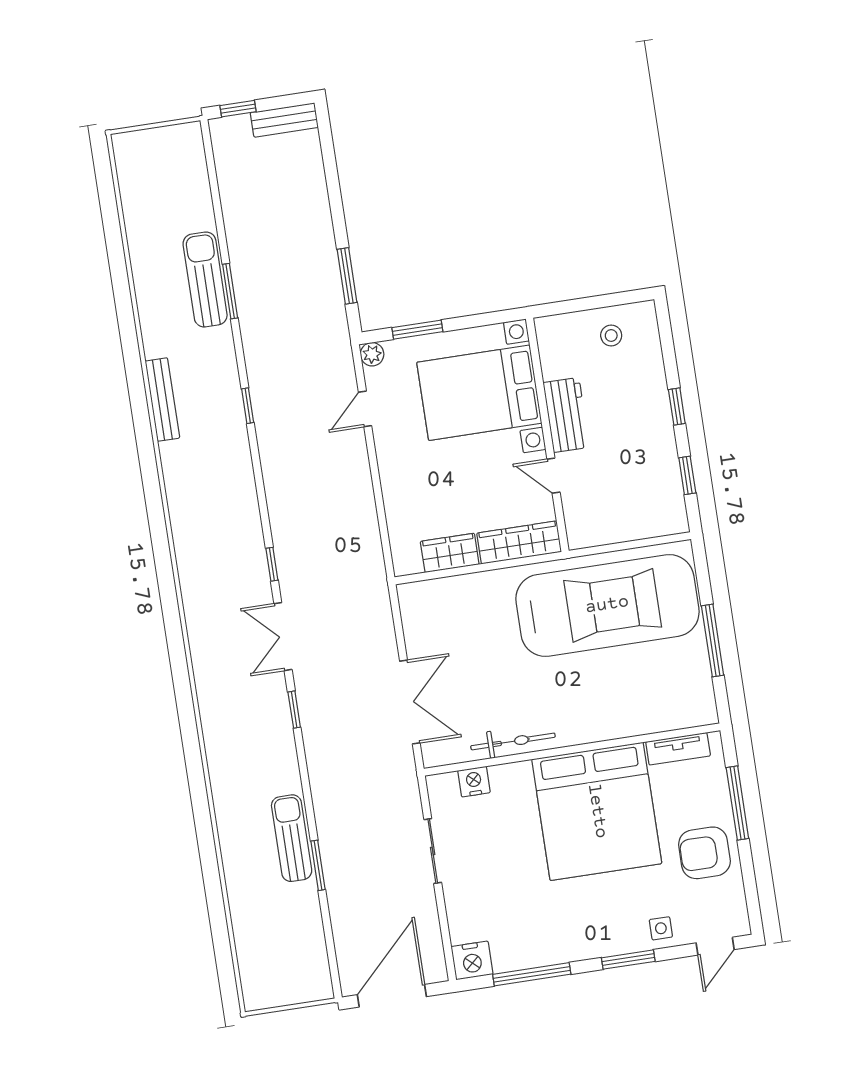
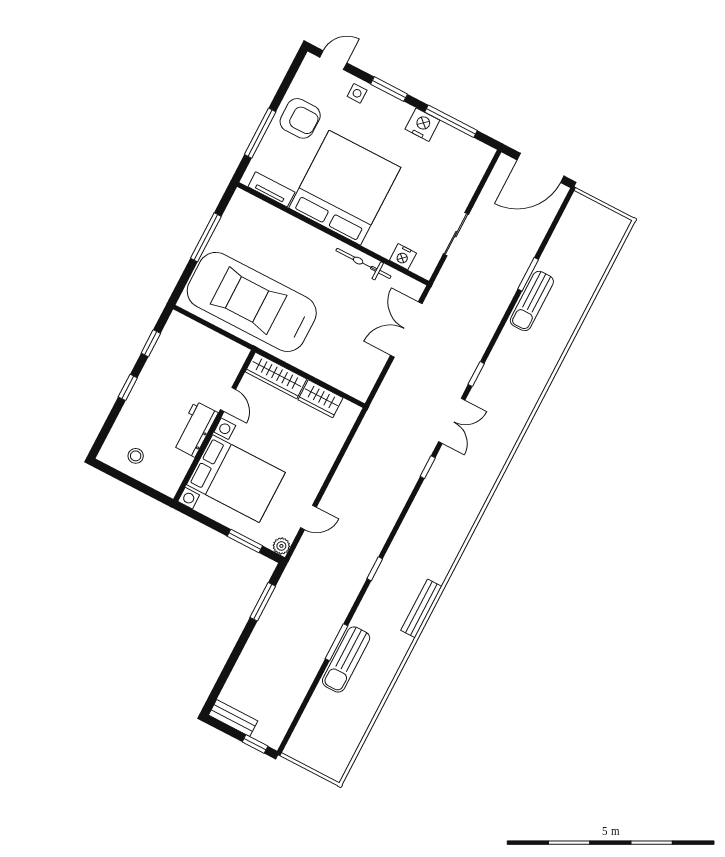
nightstand: (472, 960) -> (422, 125), moved

